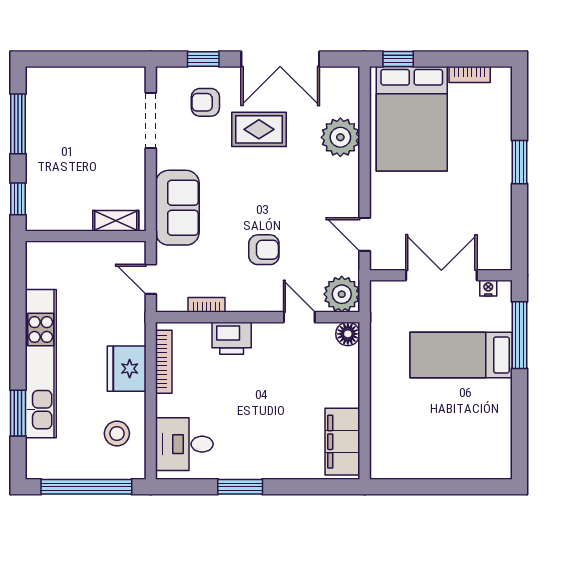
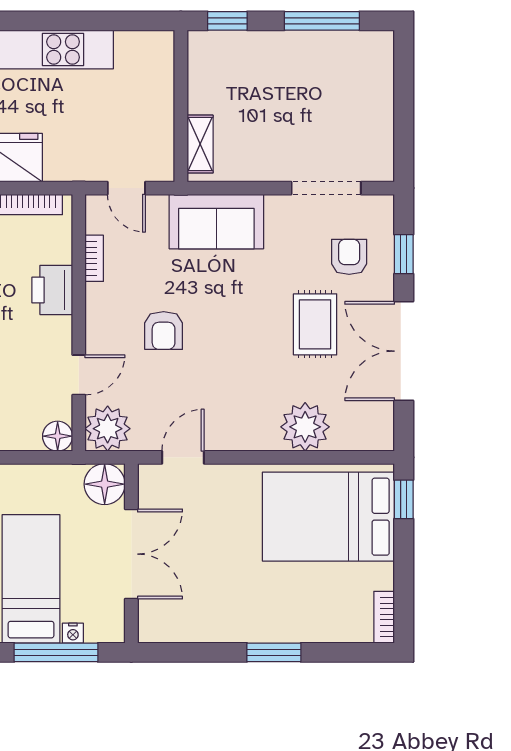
bookcase: (470, 75) -> (384, 617), moved
door: (151, 279) -> (126, 188), swing flipped
nightstand: (488, 288) -> (73, 633), moved, turned 90
floor lamp: (386, 296) -> (105, 484), added

